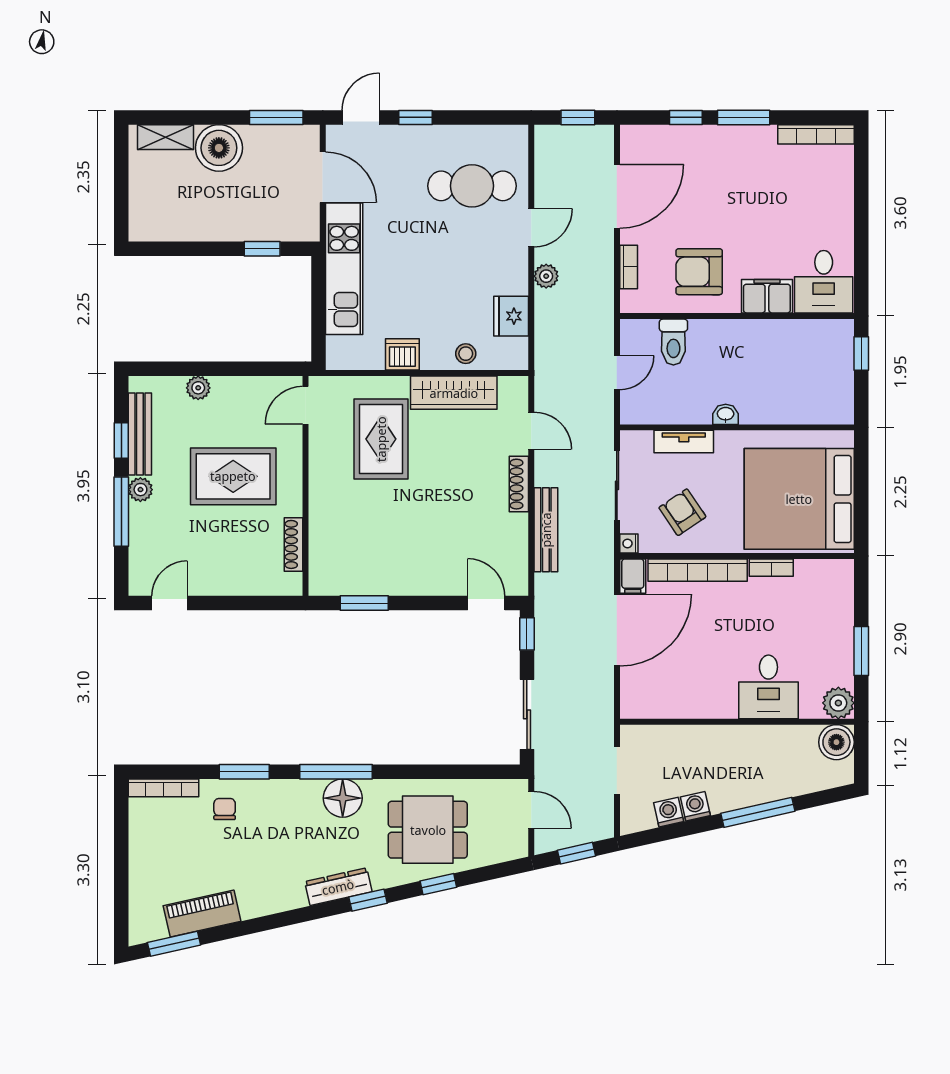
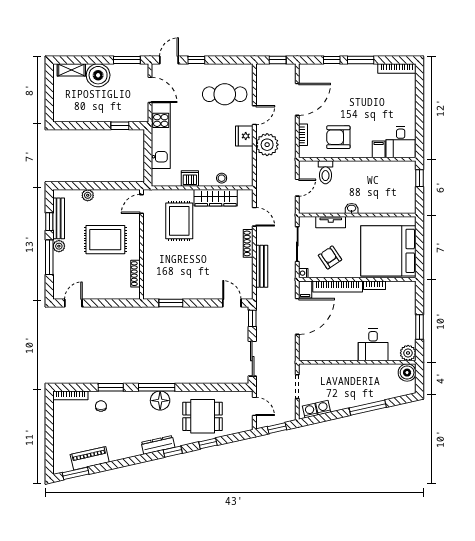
plant: (546, 276) -> (267, 145), width x1.87, depth x1.87
filing cabinet: (767, 296) -> (379, 149), width x0.50
fridge: (511, 316) -> (244, 136), moved
washing machine: (695, 806) -> (310, 411), moved

